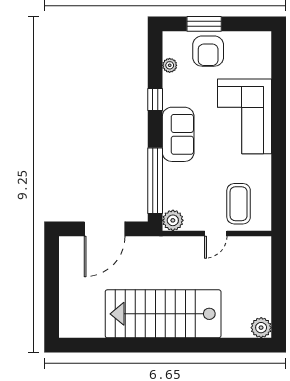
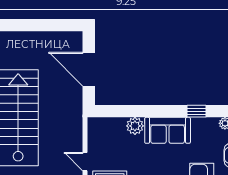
window: (155, 181) -> (129, 111), removed
plant: (173, 220) -> (135, 126), moved

